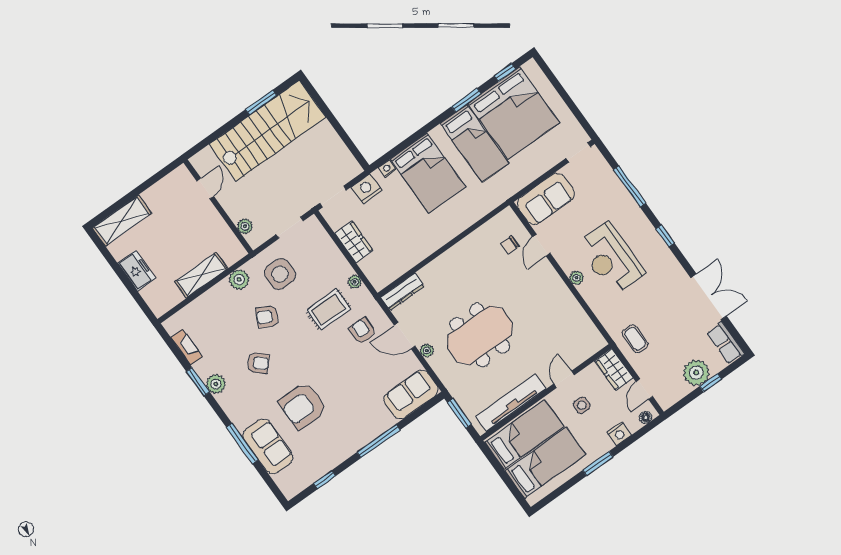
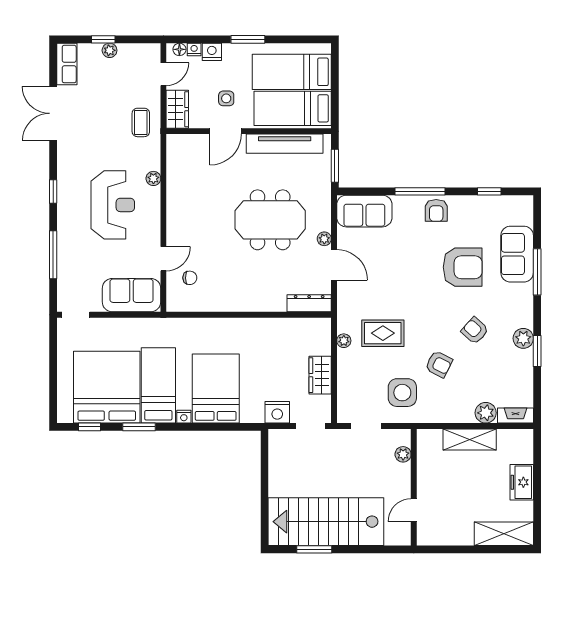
nightstand: (387, 169) -> (184, 417), moved
plant: (576, 278) -> (153, 178), moved
plant: (239, 280) -> (486, 413), moved
armchair: (362, 331) -> (436, 210), moved
fireplace: (187, 347) -> (515, 416), moved, turned 90
plant: (696, 373) -> (110, 50), width x0.53, depth x0.53
door: (564, 379) -> (226, 131), width x1.38
nightstand: (634, 426) -> (194, 49), added

